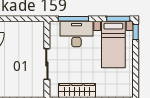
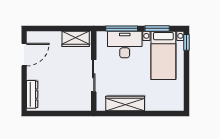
window: (118, 19) -> (157, 28), moved
wardrobe: (29, 29) -> (76, 39), added

